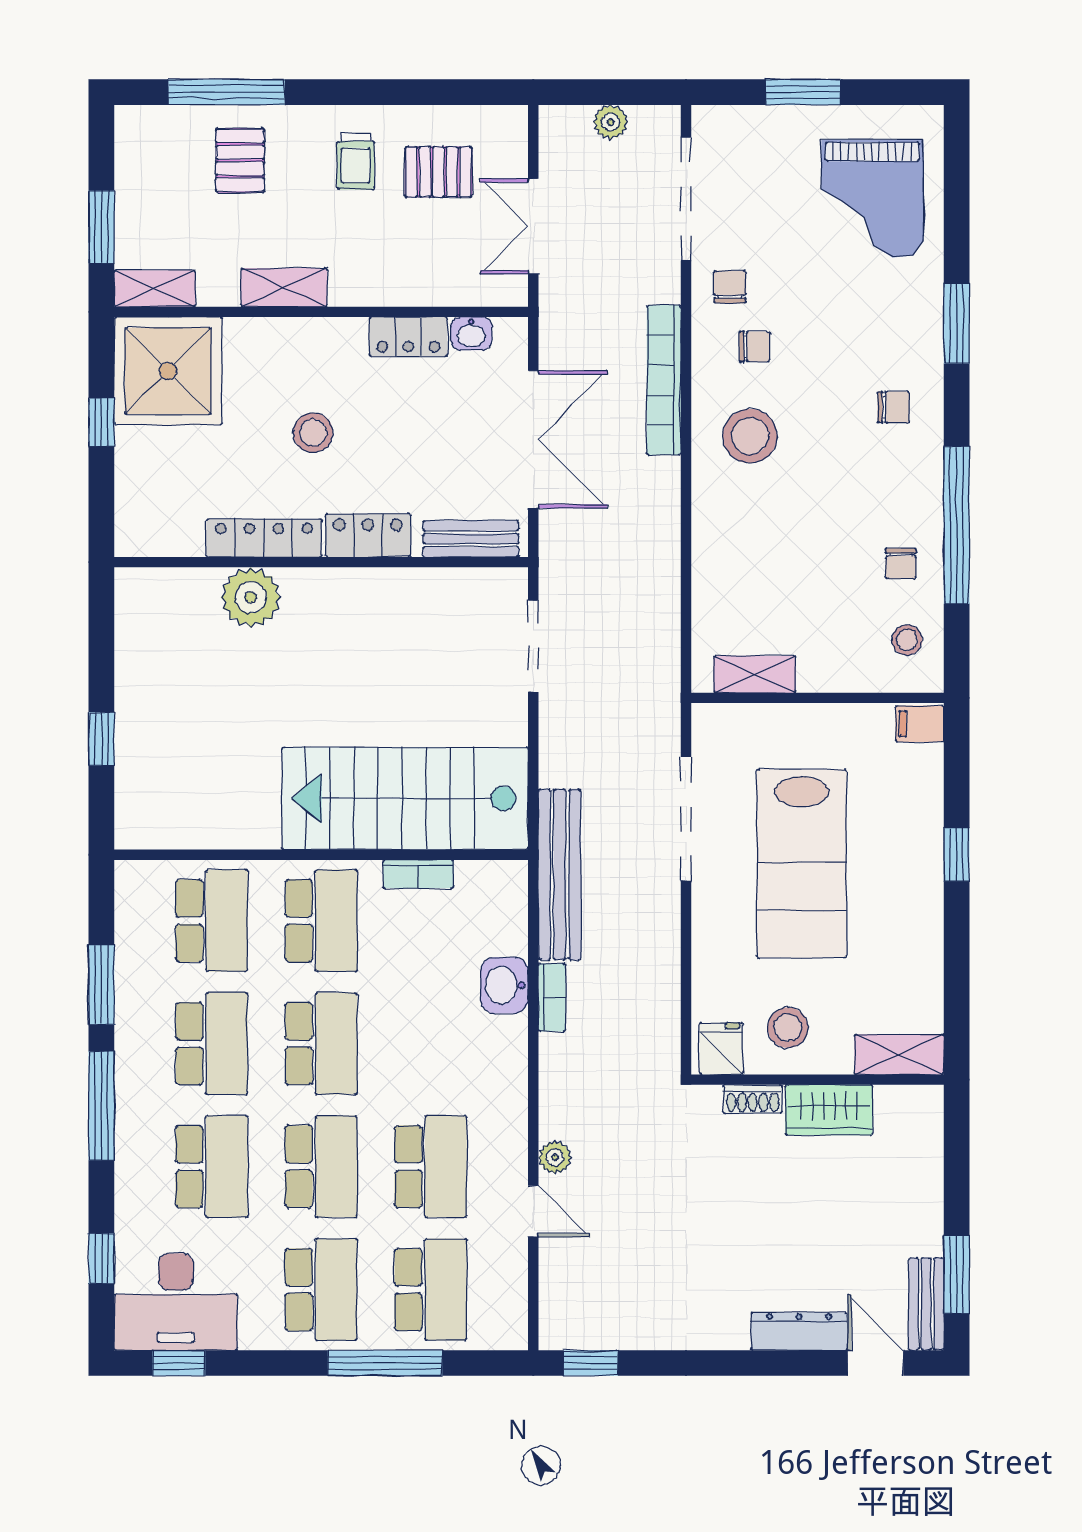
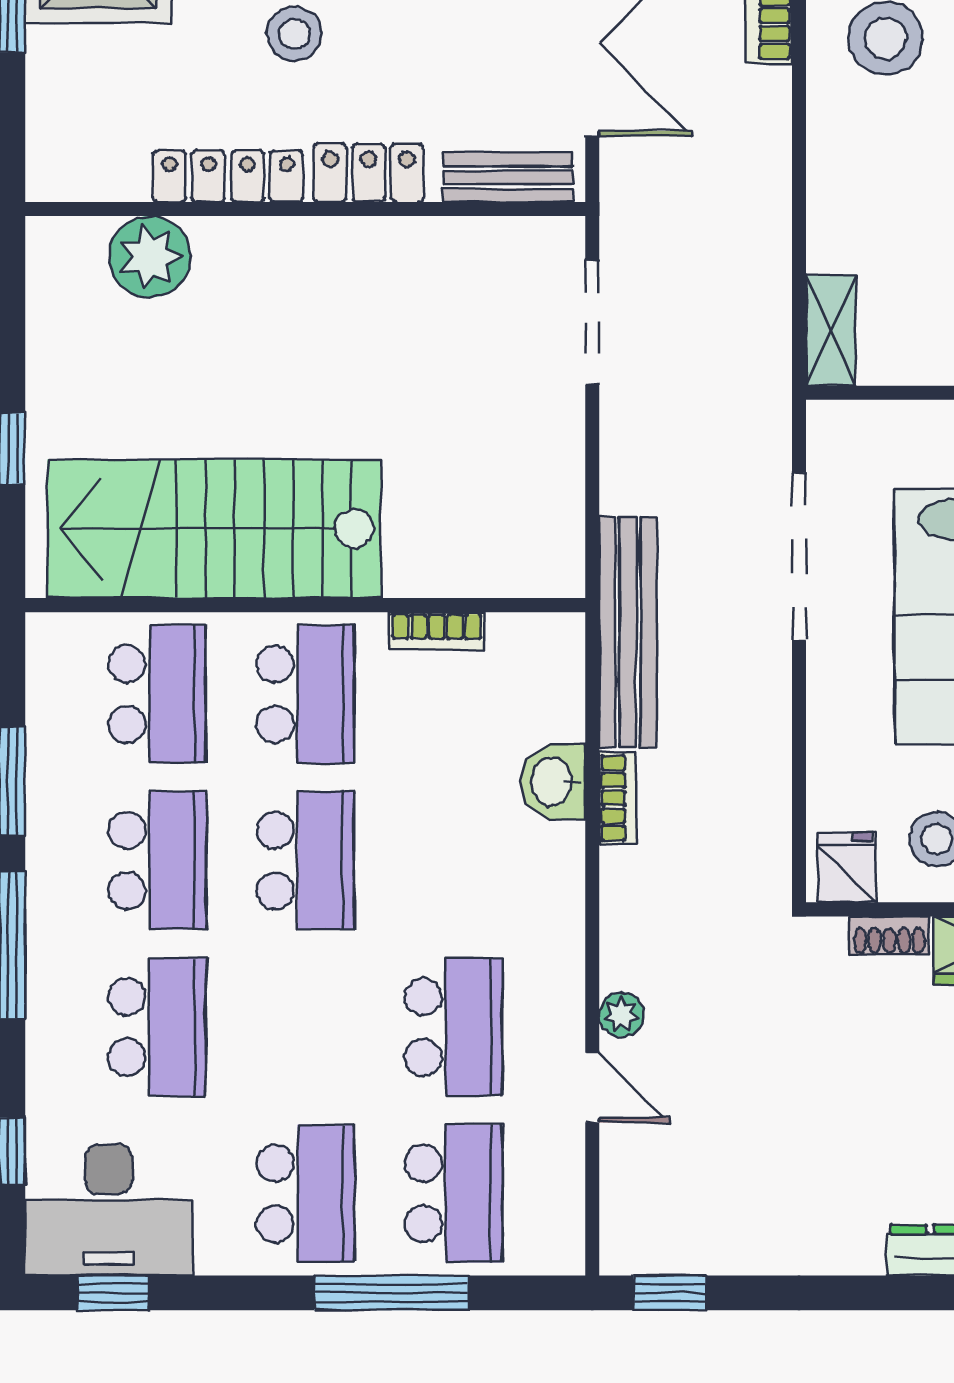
plant: (251, 597) -> (150, 257), moved
shelving: (755, 674) -> (831, 330), moved, turned 90
stairs: (405, 798) -> (214, 529), moved
school desk: (321, 1167) -> (305, 1027), removed

